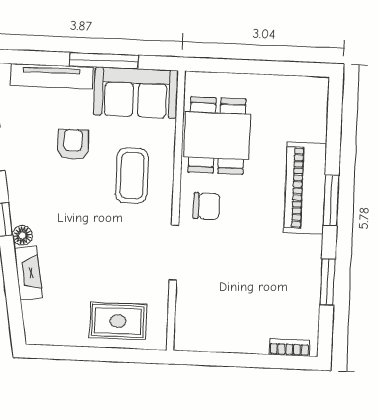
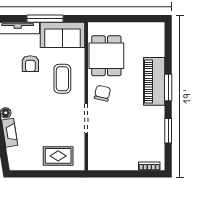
armchair: (73, 145) -> (30, 64), turned 180
chair: (207, 206) -> (102, 93), turned -77

